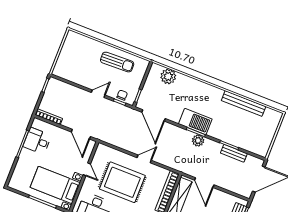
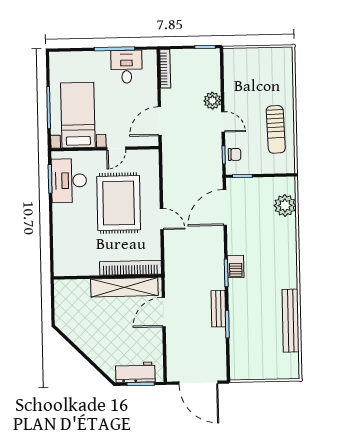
barbecue: (195, 121) -> (236, 266), width x0.53, depth x0.65
plant: (198, 141) -> (212, 101), moved
bench: (234, 153) -> (218, 309), moved

